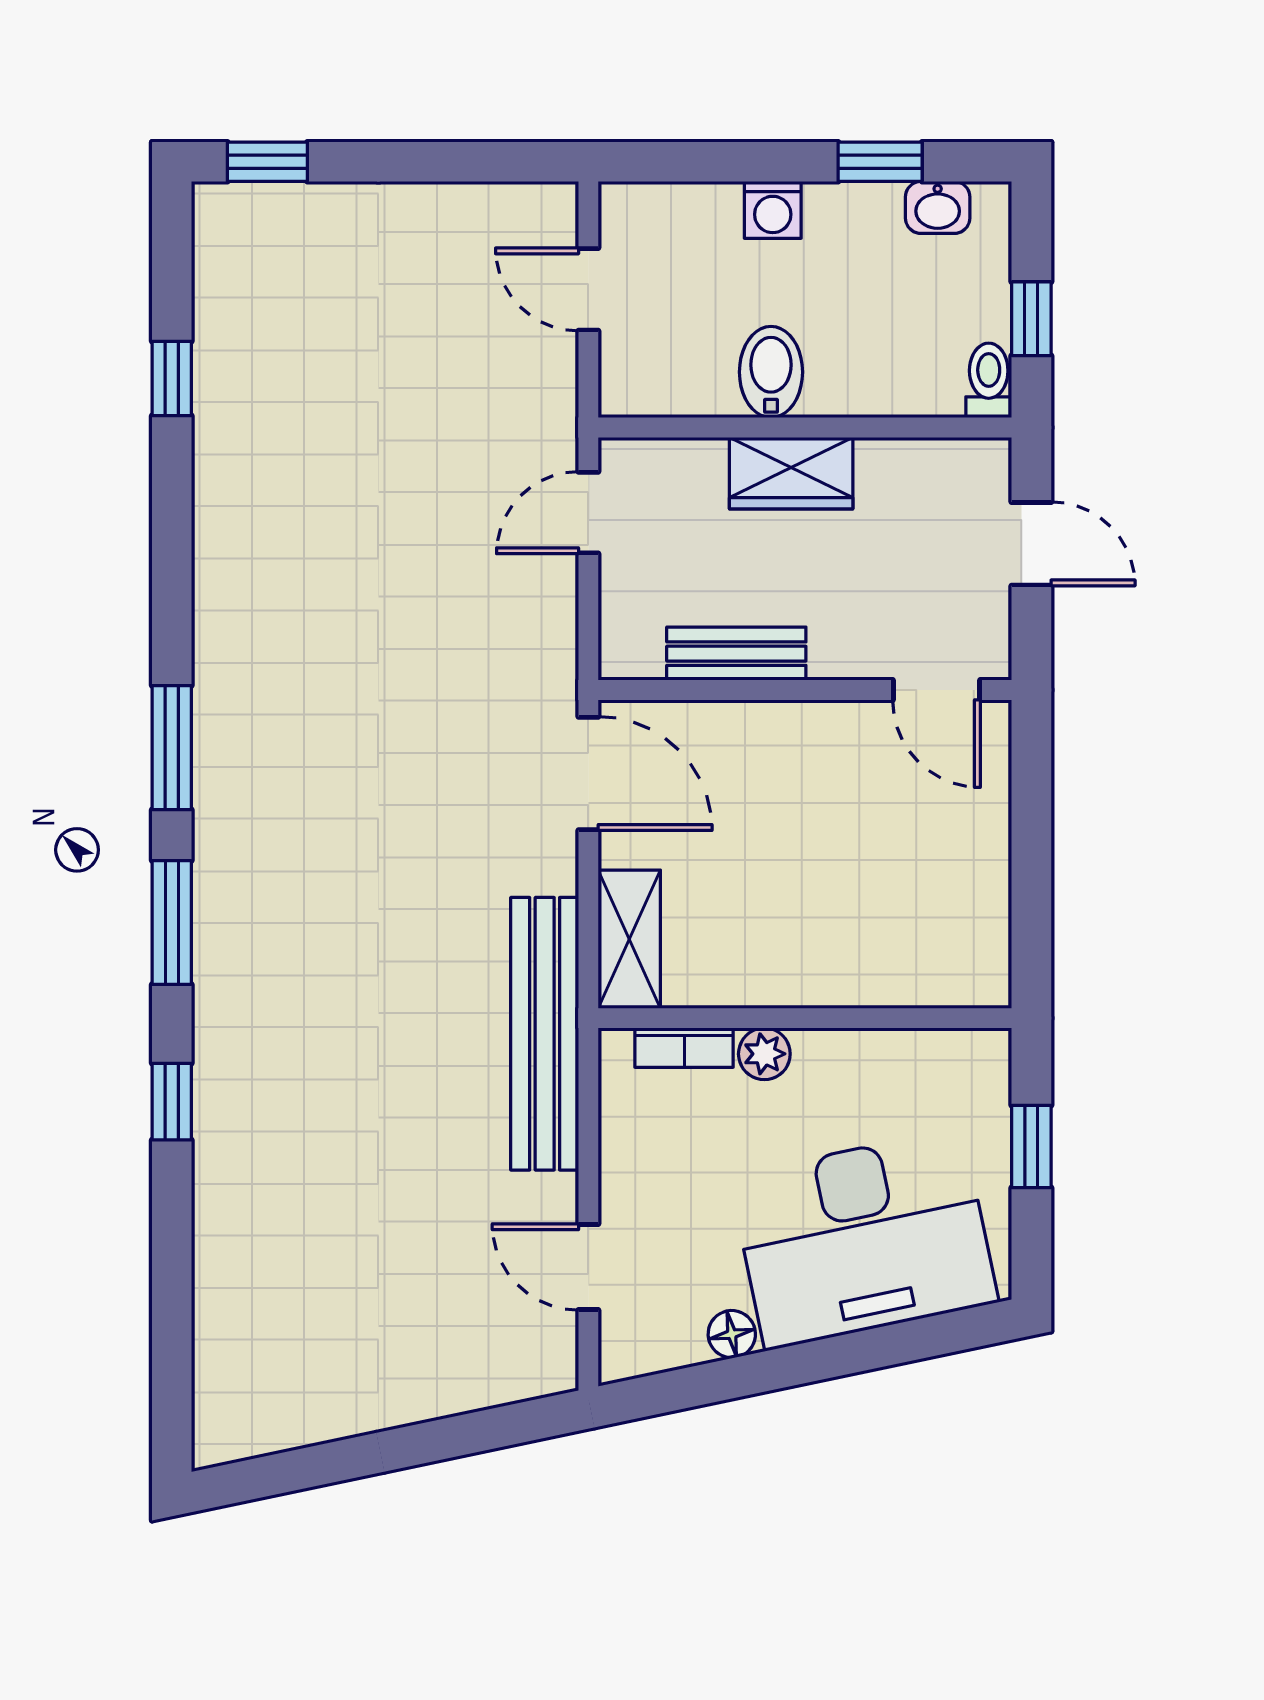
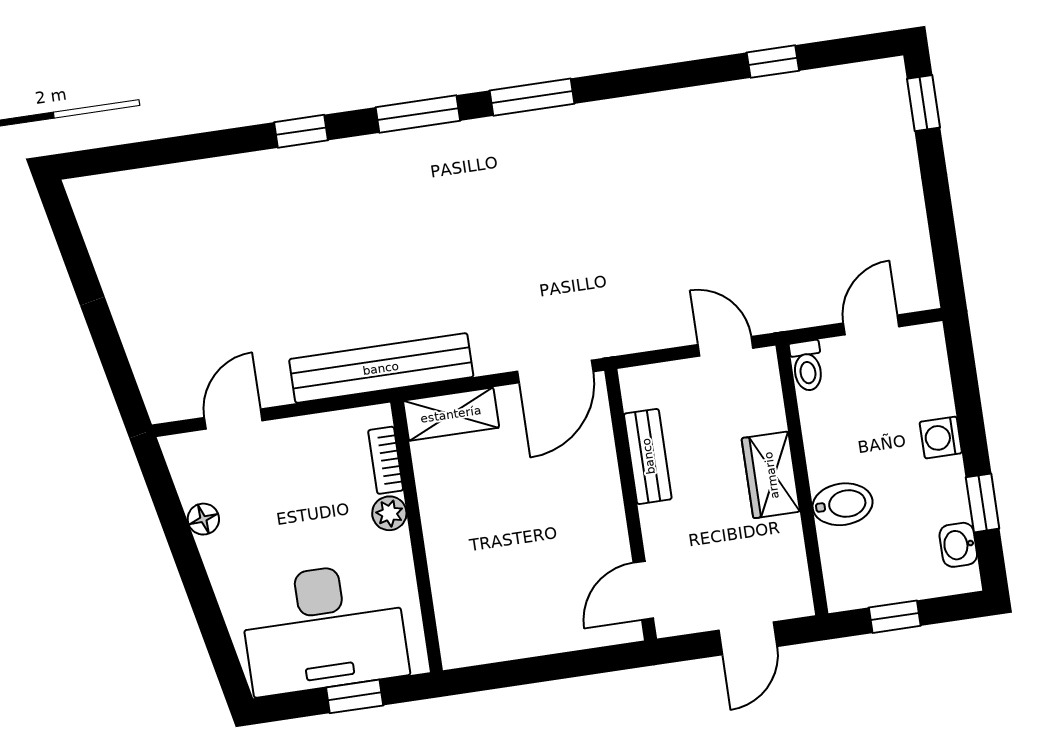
bidet: (771, 372) -> (843, 504), moved
toilet: (989, 380) -> (807, 366), moved, turned 90
desk: (864, 1239) -> (324, 628), moved, turned -78

